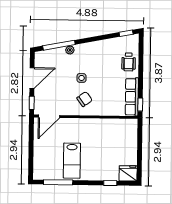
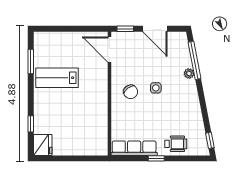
wheelchair: (129, 62) -> (176, 144), turned 180
window: (140, 105) -> (156, 158), moved
window: (58, 182) -> (31, 62), width x0.69

